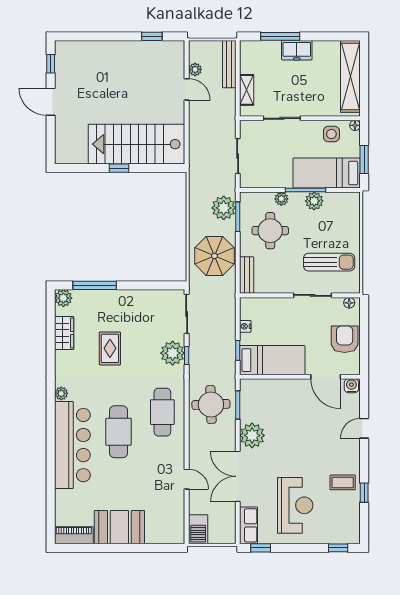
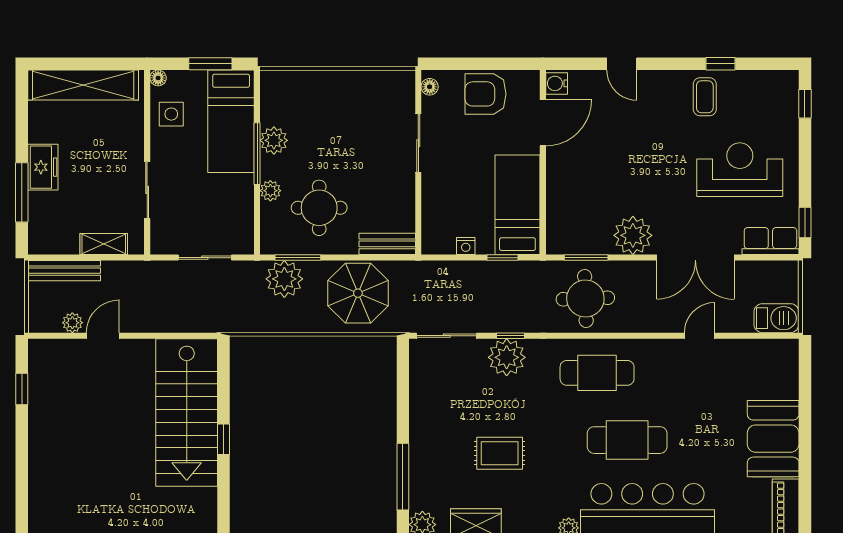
sun lounger: (329, 262) -> (367, 118), removed

